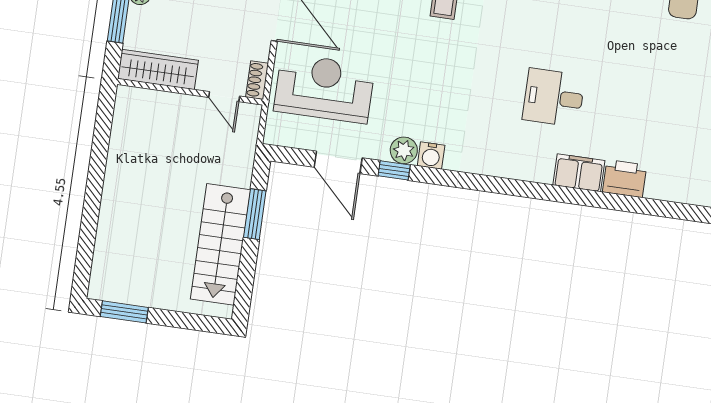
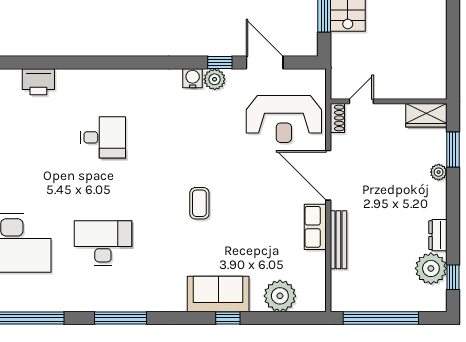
wardrobe: (158, 70) -> (426, 115), width x0.67
door: (224, 97) -> (361, 101), hinge flipped
filing cabinet: (579, 173) -> (75, 81), removed

